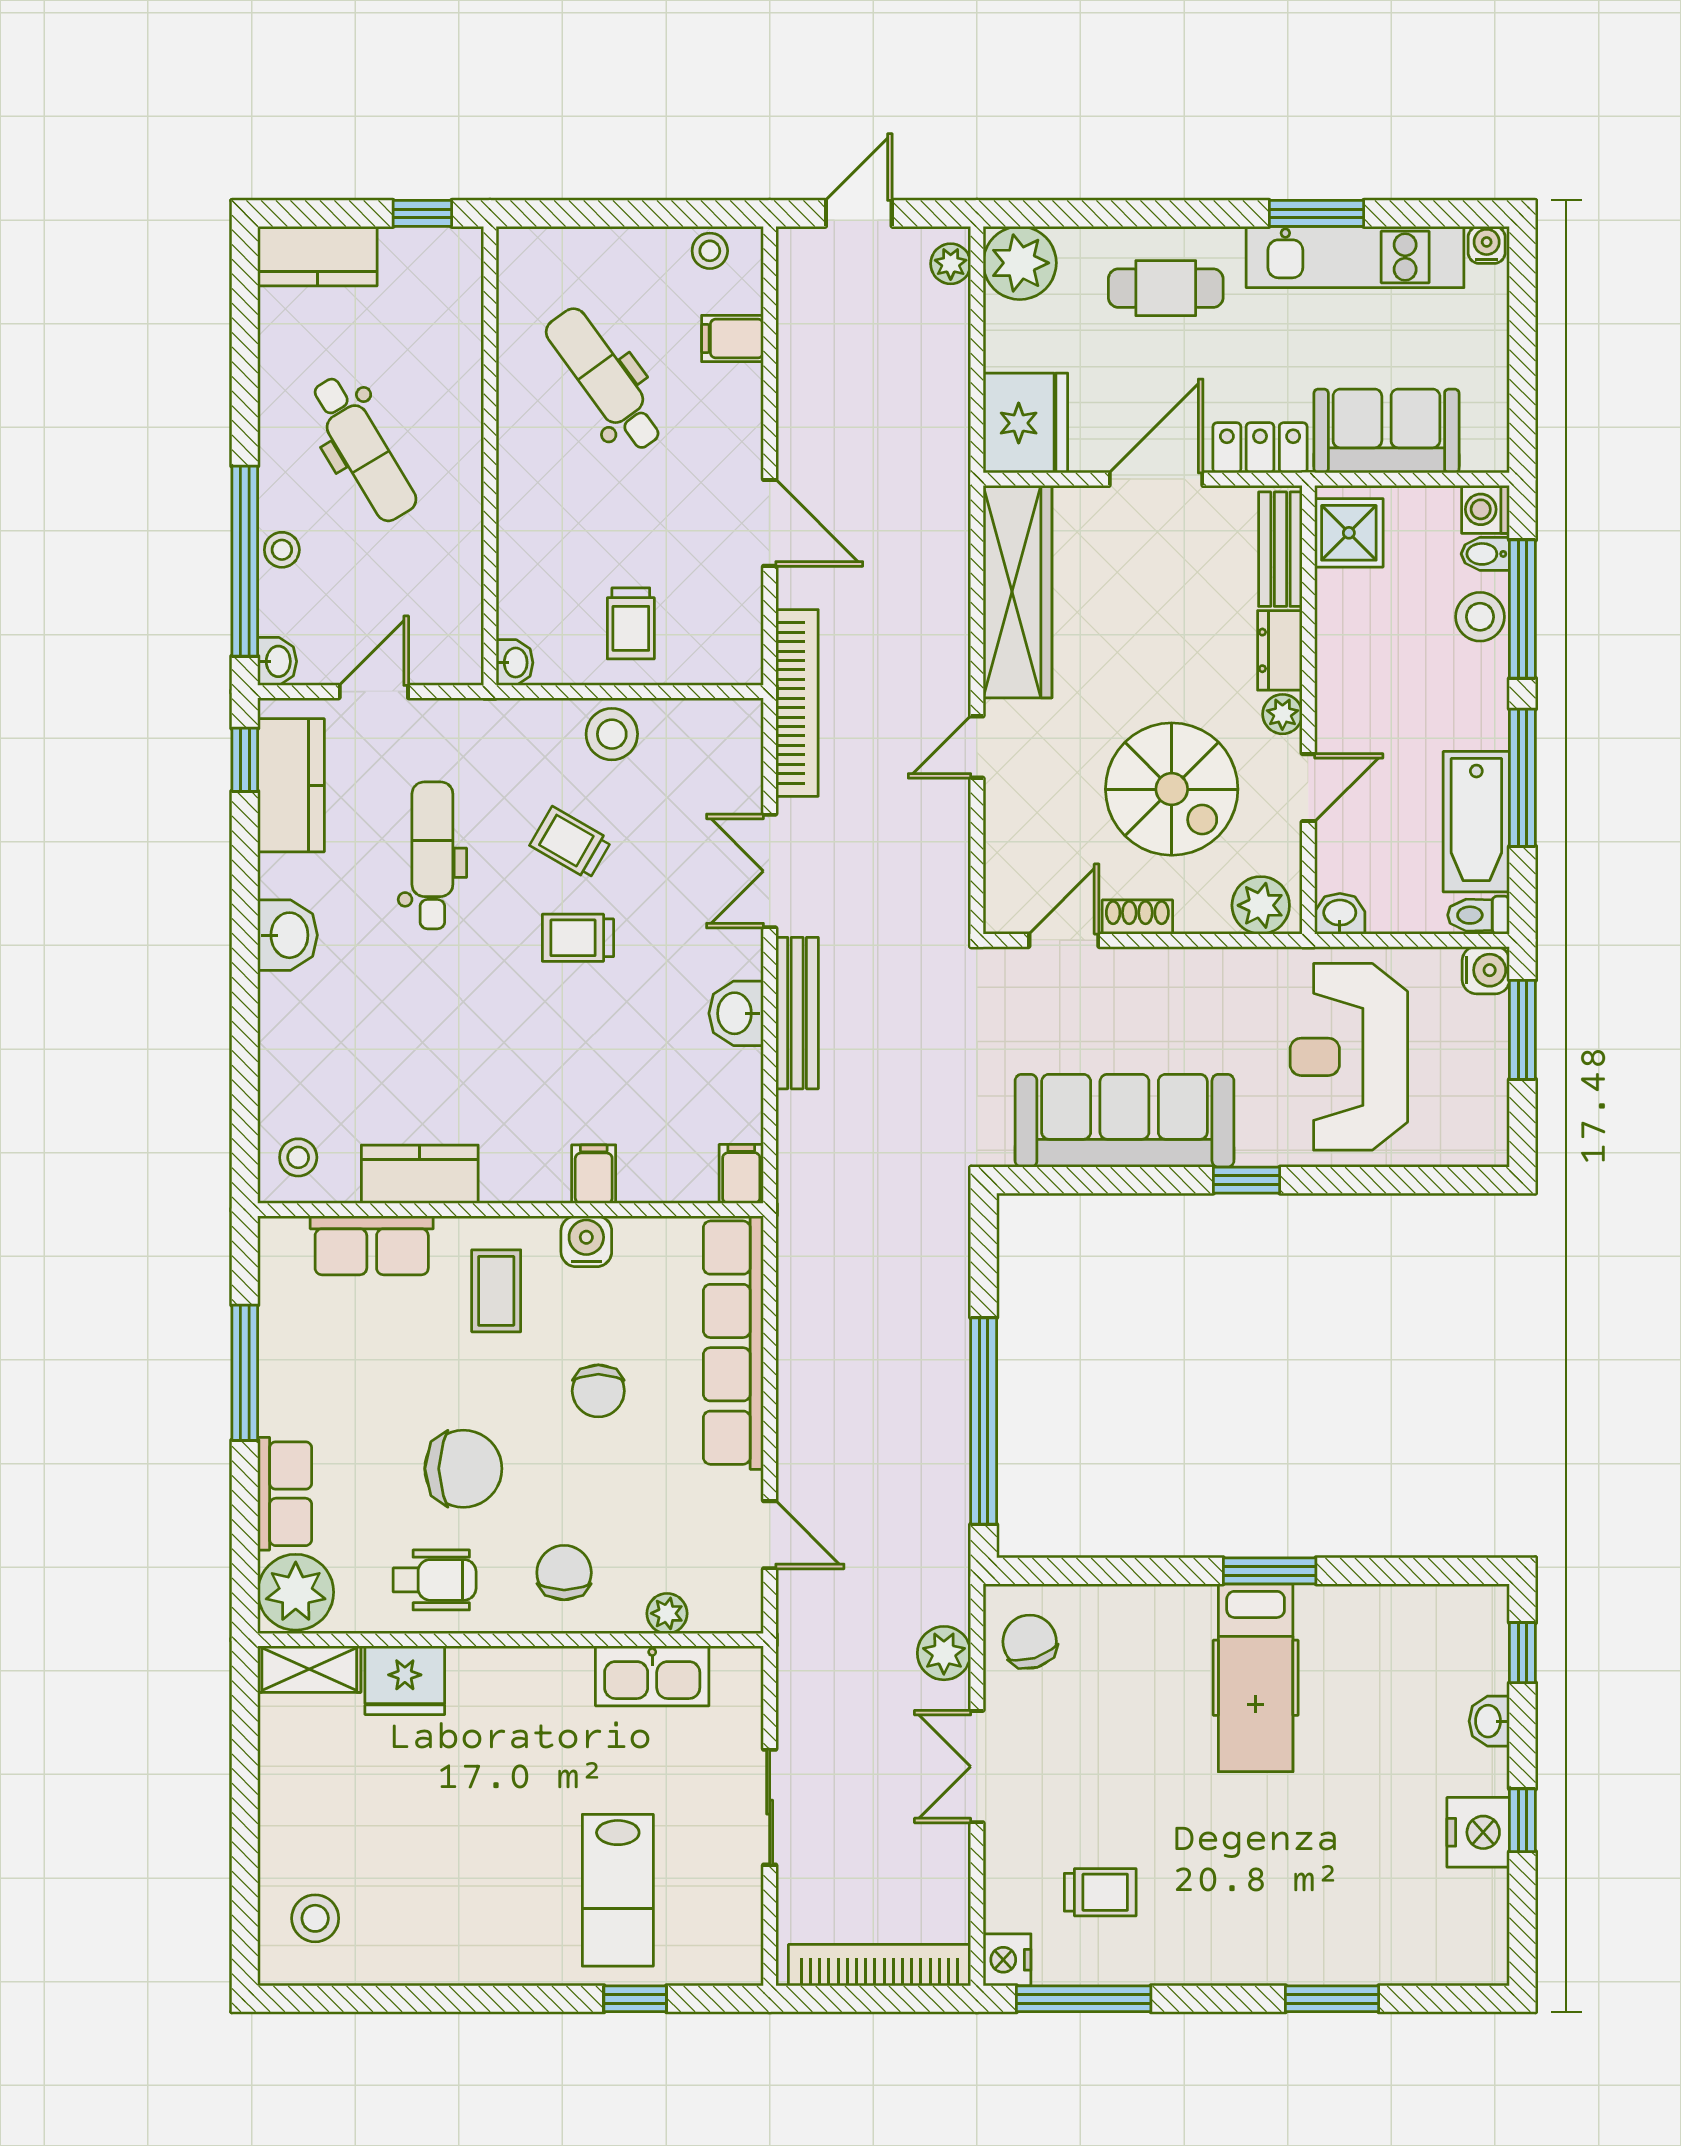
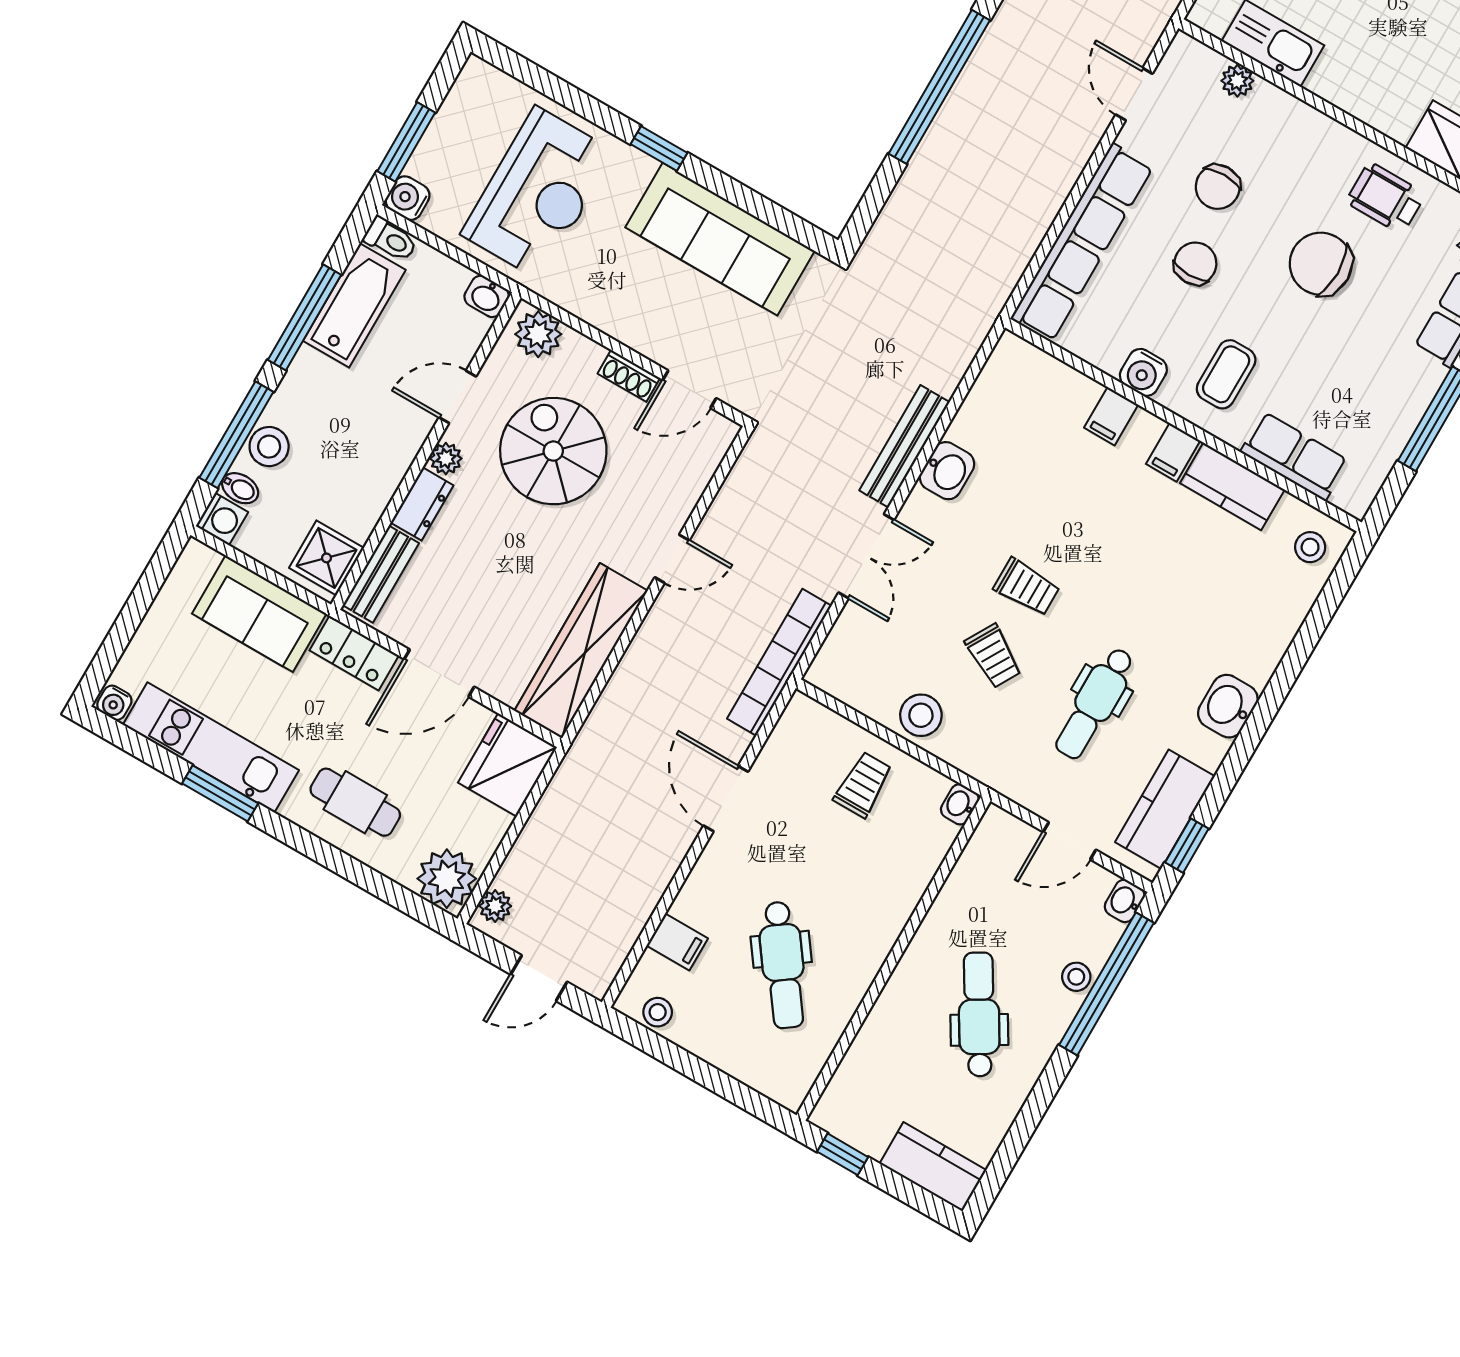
filing cabinet: (741, 1174) -> (1173, 452), moved
chair: (564, 1573) -> (1218, 187), moved

